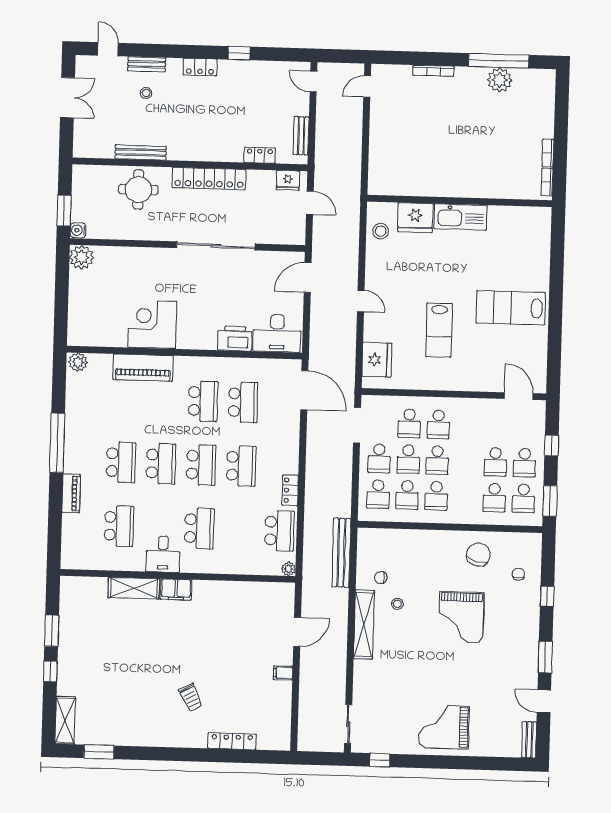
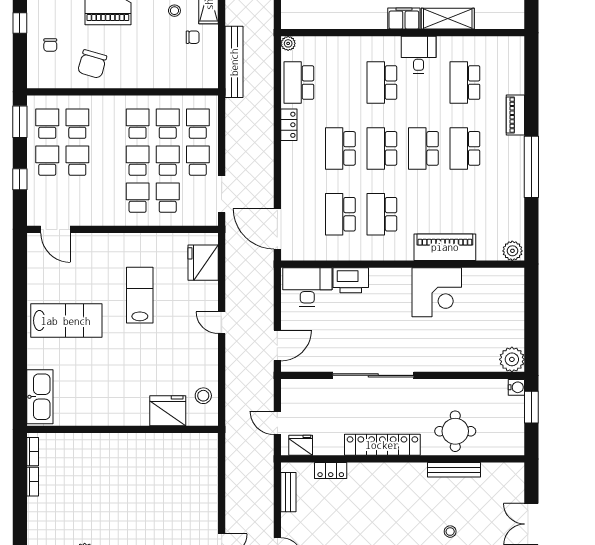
kitchen sink: (460, 217) -> (40, 397), moved, turned 90

